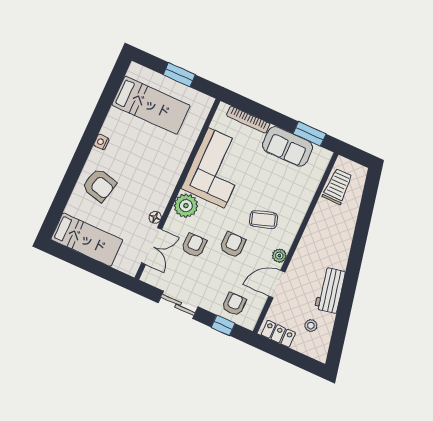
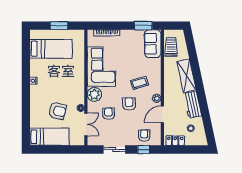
sofa: (288, 146) -> (153, 44), moved, turned 90
armchair: (99, 185) -> (57, 111), moved
shelving: (341, 241) -> (186, 76), added

